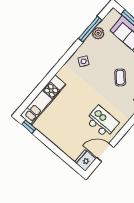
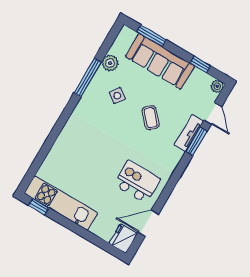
window: (90, 29) -> (88, 77), moved
side table: (84, 61) -> (117, 96), moved
kitchen unit: (43, 100) -> (61, 203), moved, turned -90

